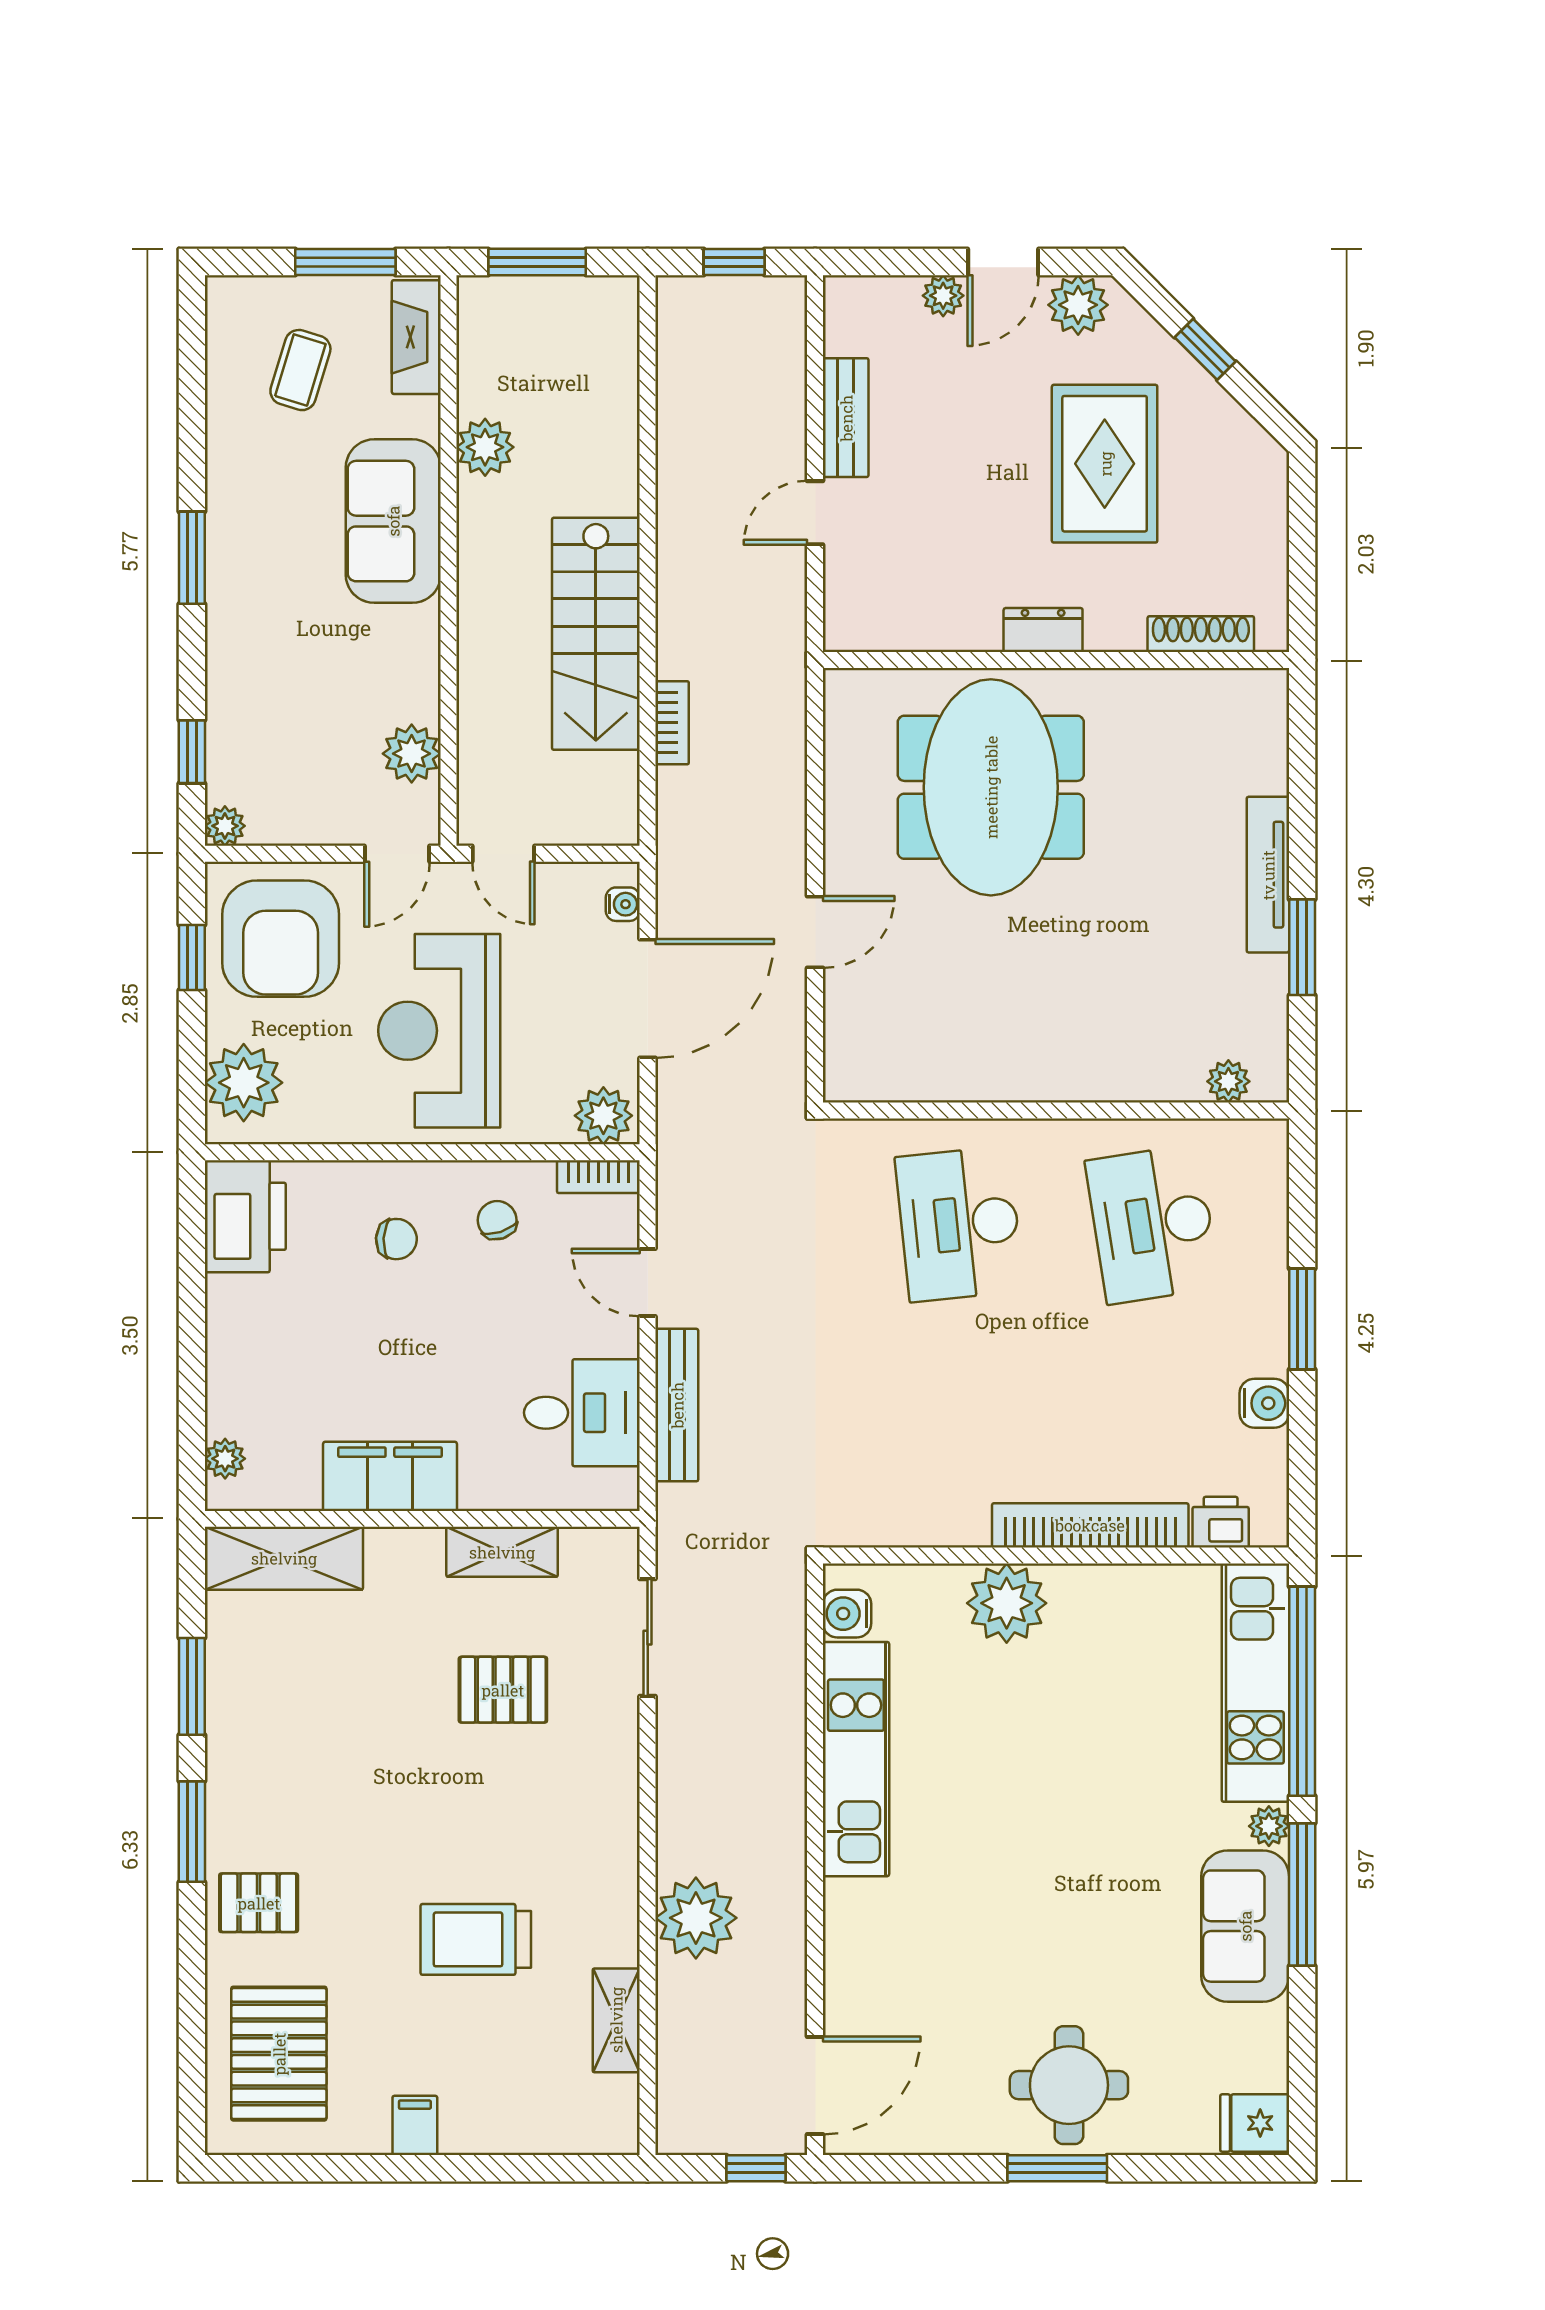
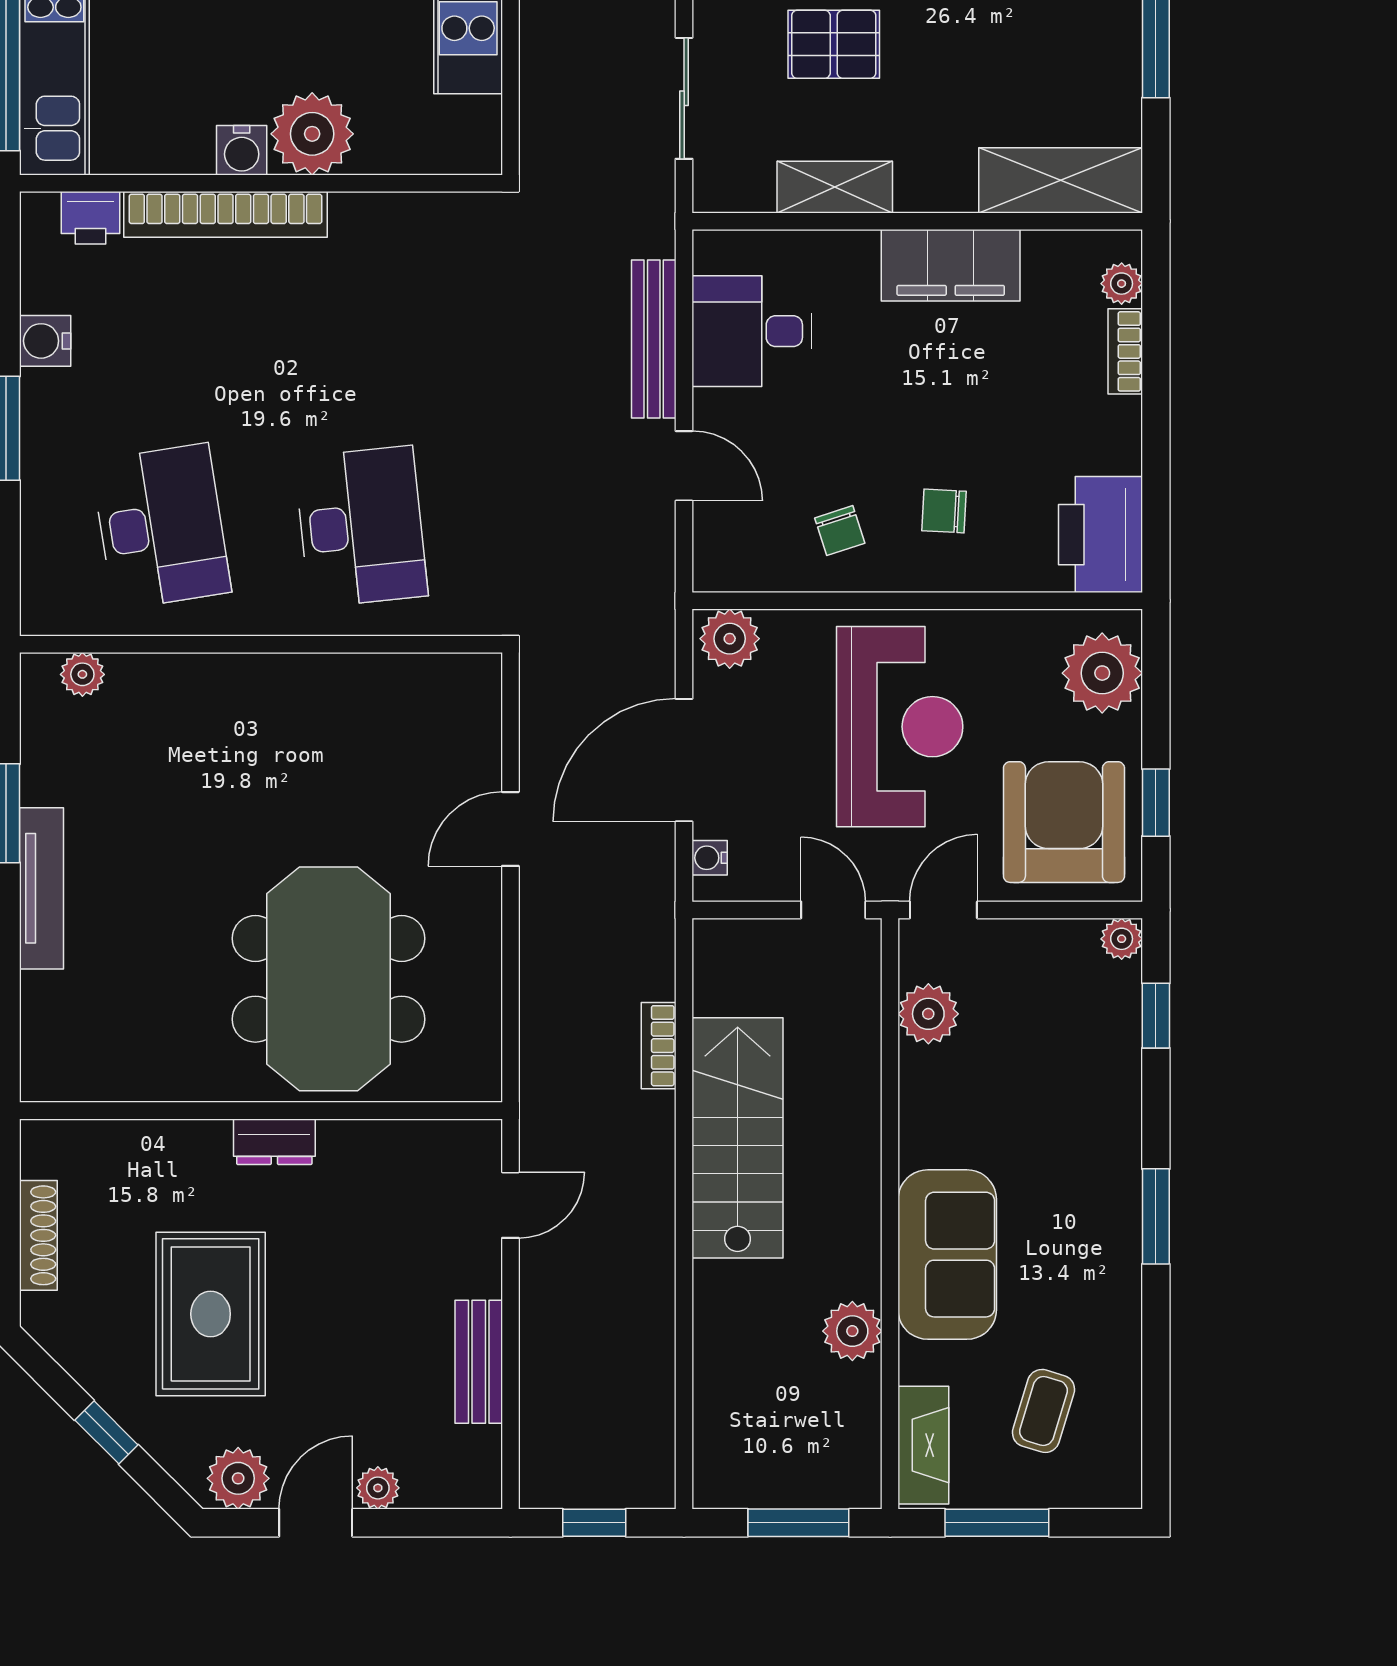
door: (815, 513) -> (510, 1205), moved
shoe rack: (1201, 634) -> (38, 1235), moved, turned -90
bookcase: (598, 1177) -> (1125, 351), moved, turned -90
water cooler: (847, 1614) -> (242, 150), moved, turned 90

